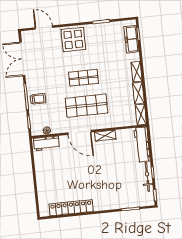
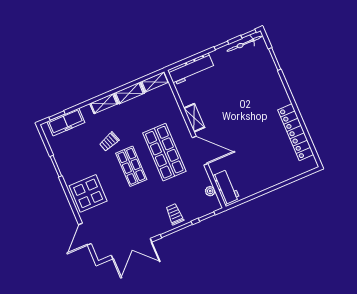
trolley: (107, 67) -> (109, 142), added
door: (79, 132) -> (200, 151), hinge flipped
bicycle: (147, 177) -> (244, 44), moved

